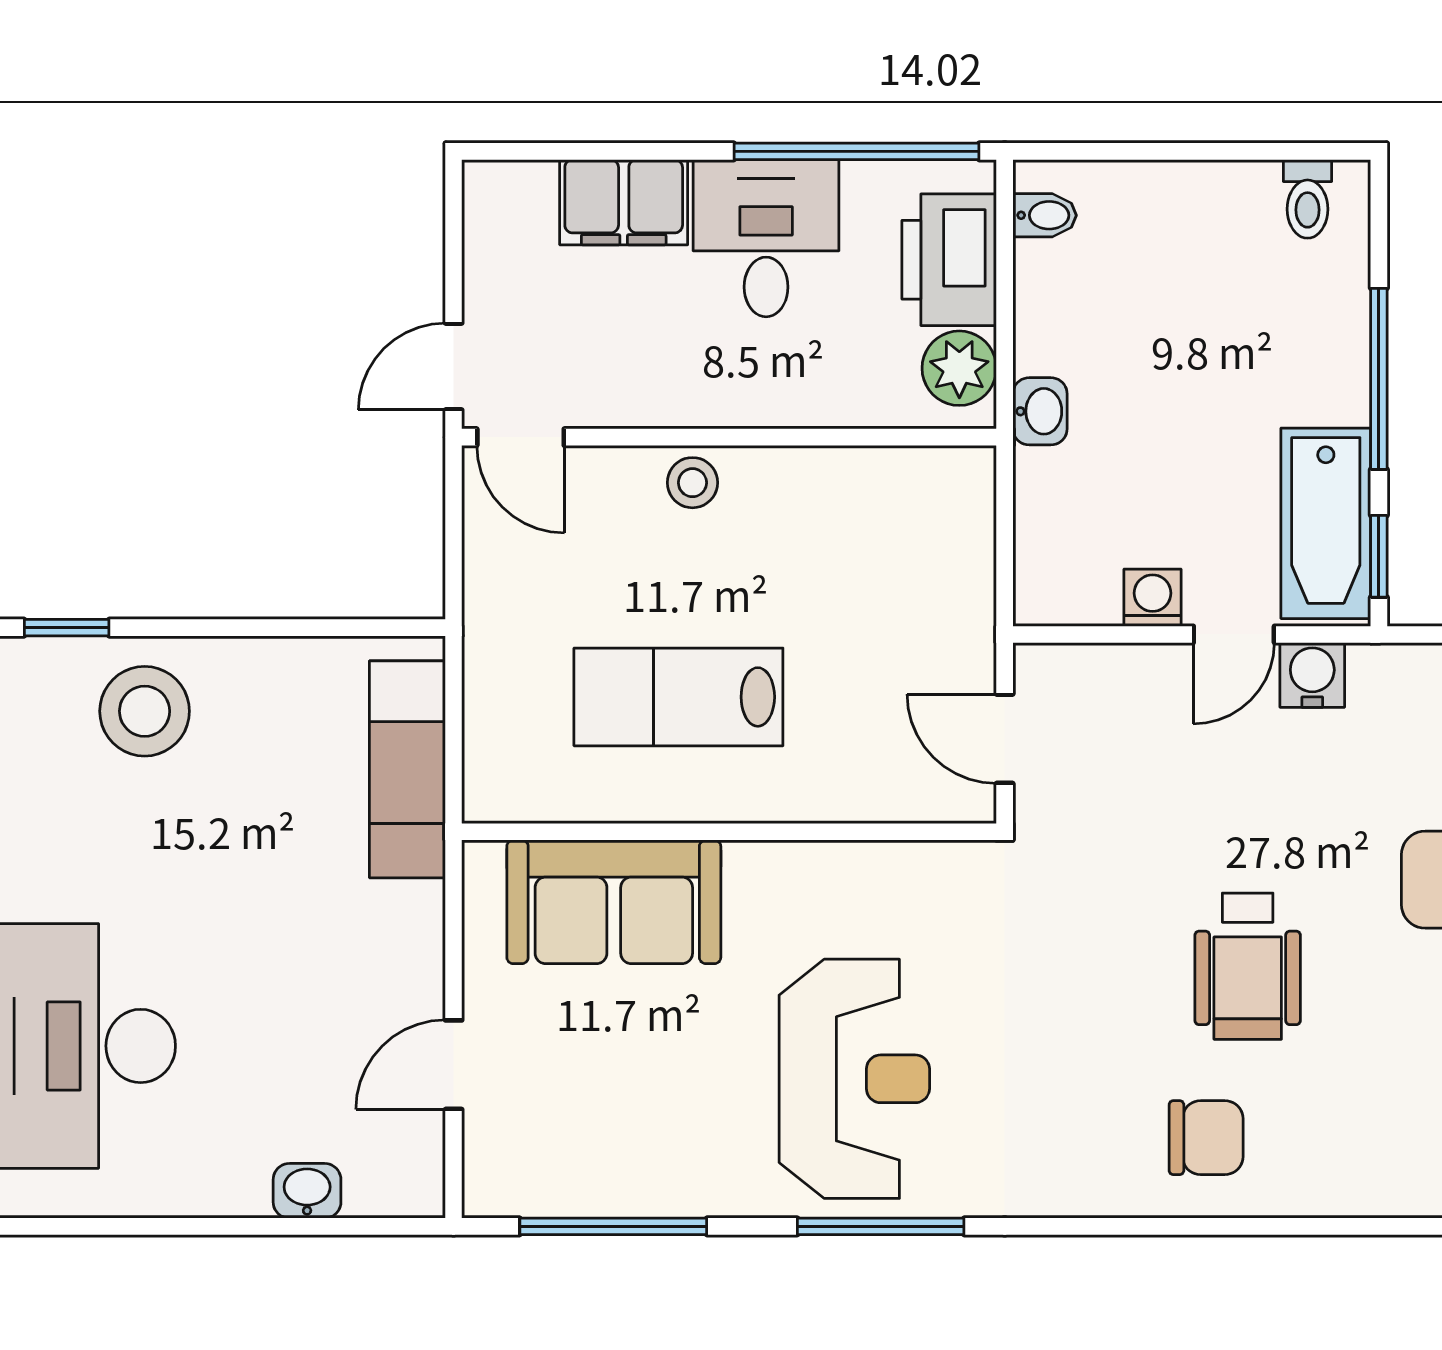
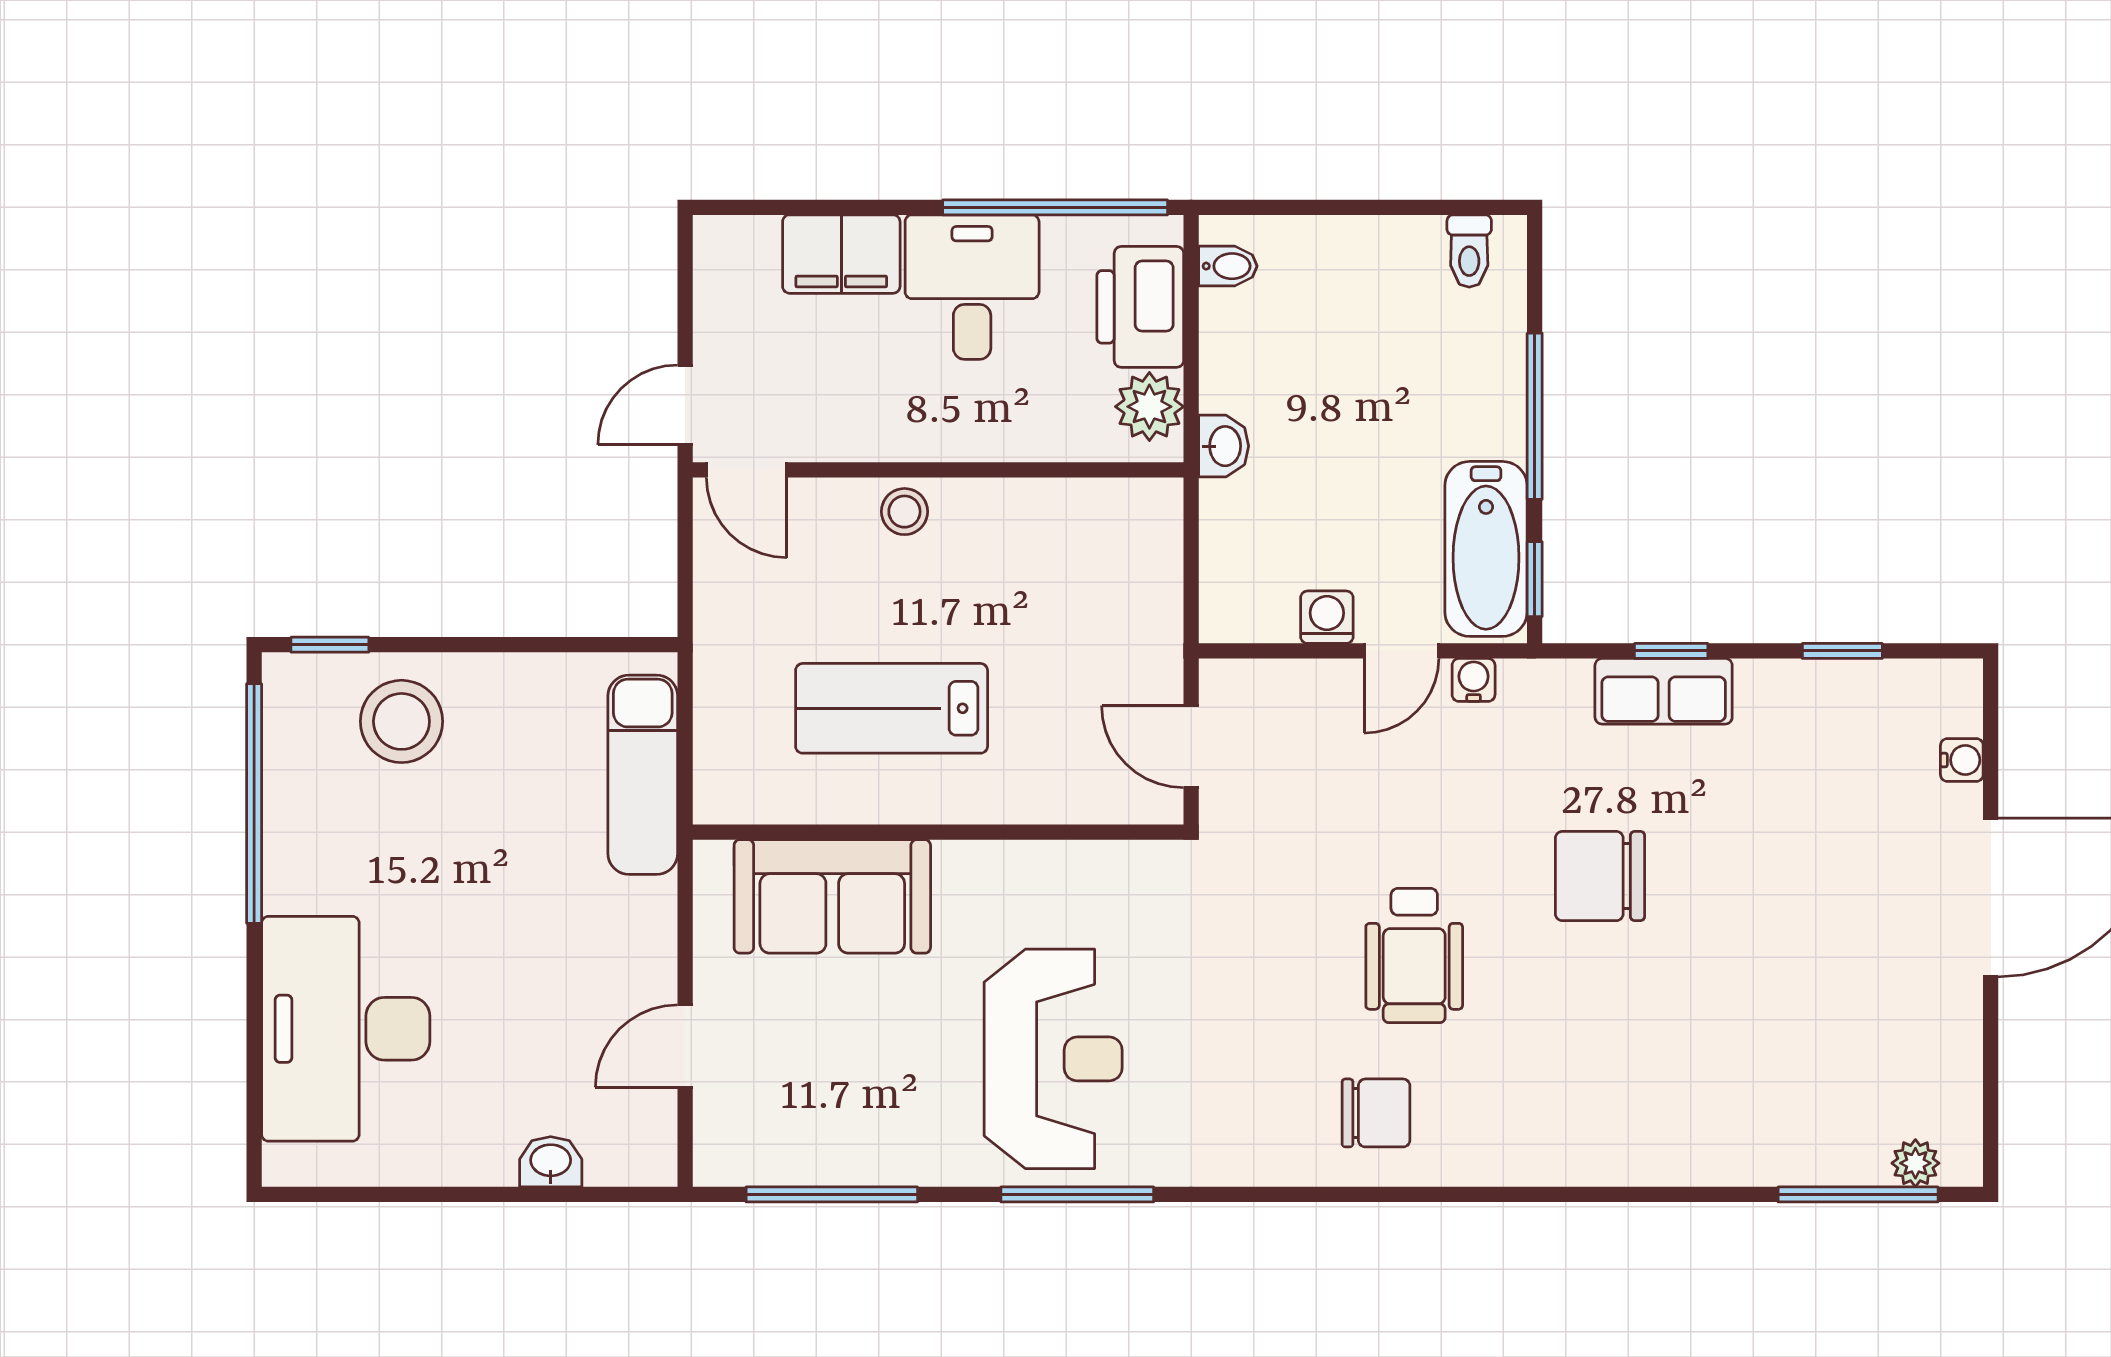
water cooler: (1312, 675) -> (1474, 680), width x0.72, depth x0.72

